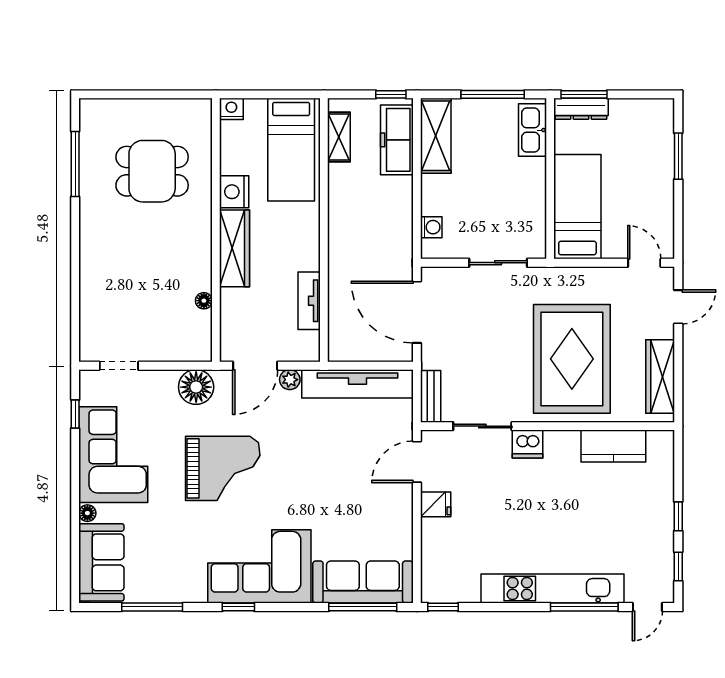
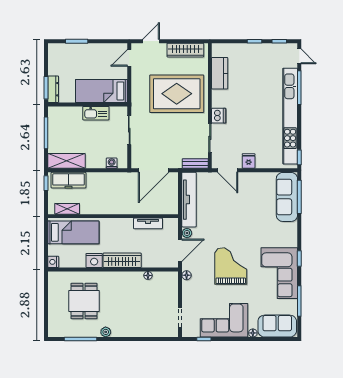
kitchen sink: (532, 130) -> (96, 113), moved
plant: (89, 215) -> (106, 332), added
door: (678, 307) -> (151, 41), hinge flipped
door: (255, 366) -> (180, 250), hinge flipped
floor lamp: (196, 387) -> (187, 275), width x0.53, depth x0.53
corner sofa: (259, 566) -> (279, 273), moved
kitchen unit: (552, 588) -> (290, 116), width x1.36

